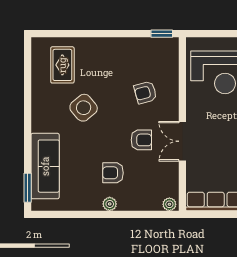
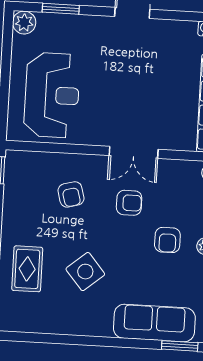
rug: (62, 65) -> (27, 269), moved, turned 90
armchair: (141, 140) -> (129, 203), turned 90

